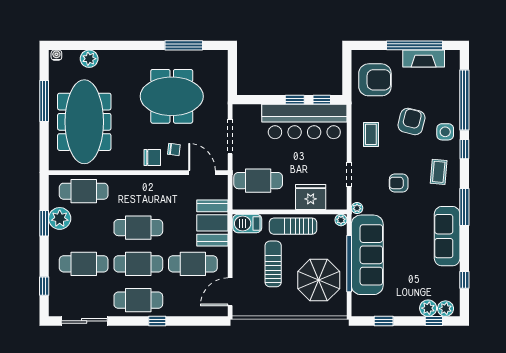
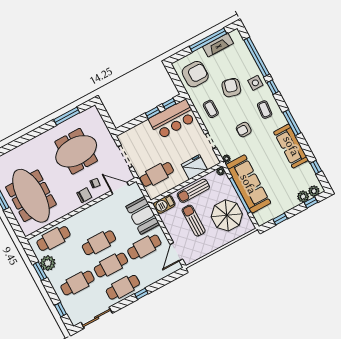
plant: (89, 59) -> (13, 155), removed
bar counter: (304, 121) -> (173, 119), width x0.73

